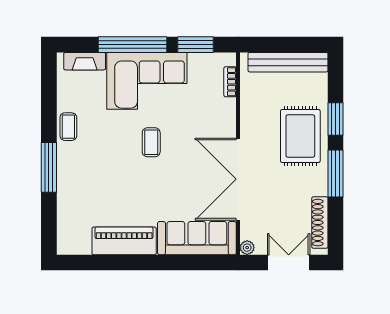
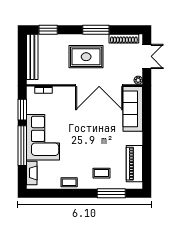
window: (335, 119) -> (48, 30), moved
rug: (300, 136) -> (86, 57), moved
coffee table: (151, 142) -> (101, 173), moved
window: (49, 167) -> (111, 193), moved
piano: (124, 241) -> (134, 164), moved
double door: (289, 262) -> (147, 56), swing flipped

